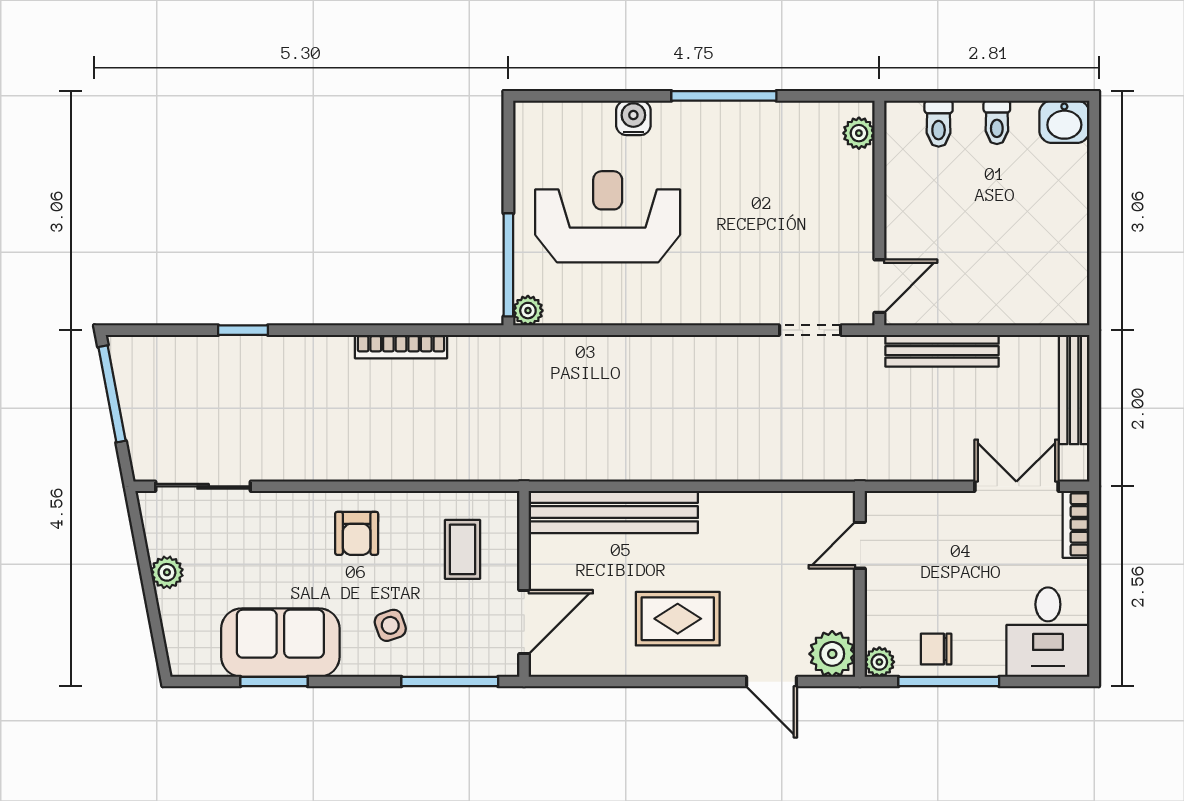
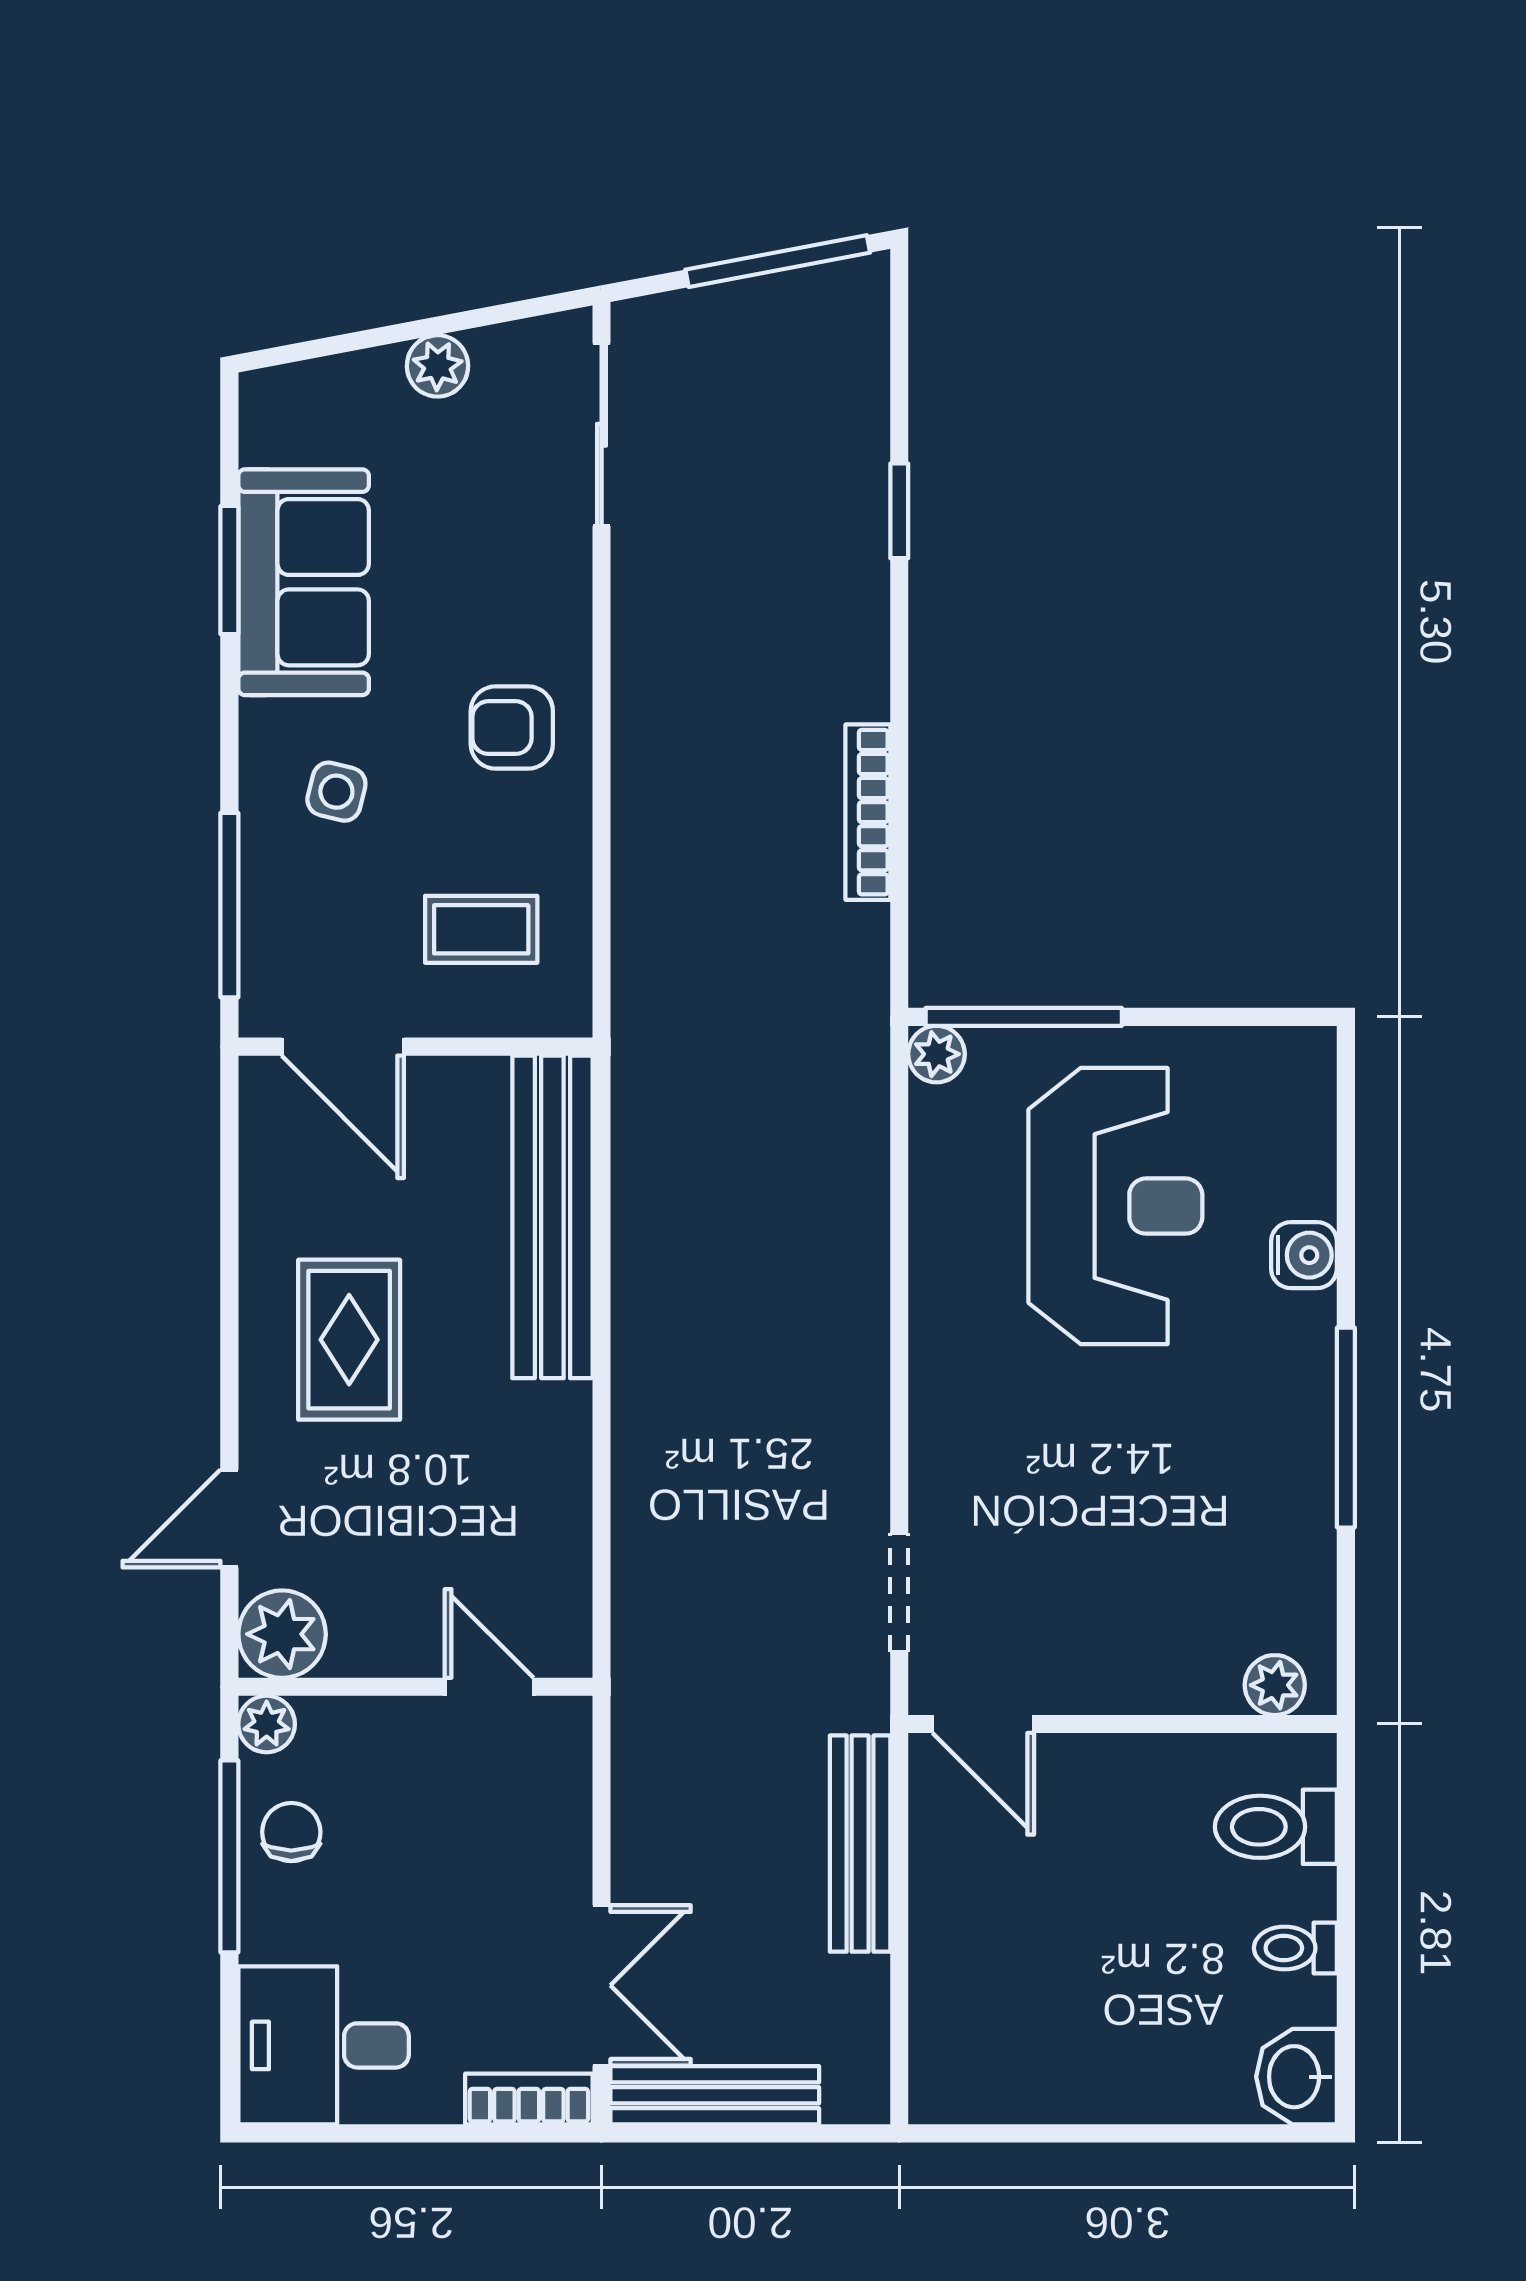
toilet: (939, 124) -> (1276, 1827), width x1.37, depth x1.39
bench: (1074, 390) -> (715, 2095), moved
side table: (390, 625) -> (336, 792), turned 33

